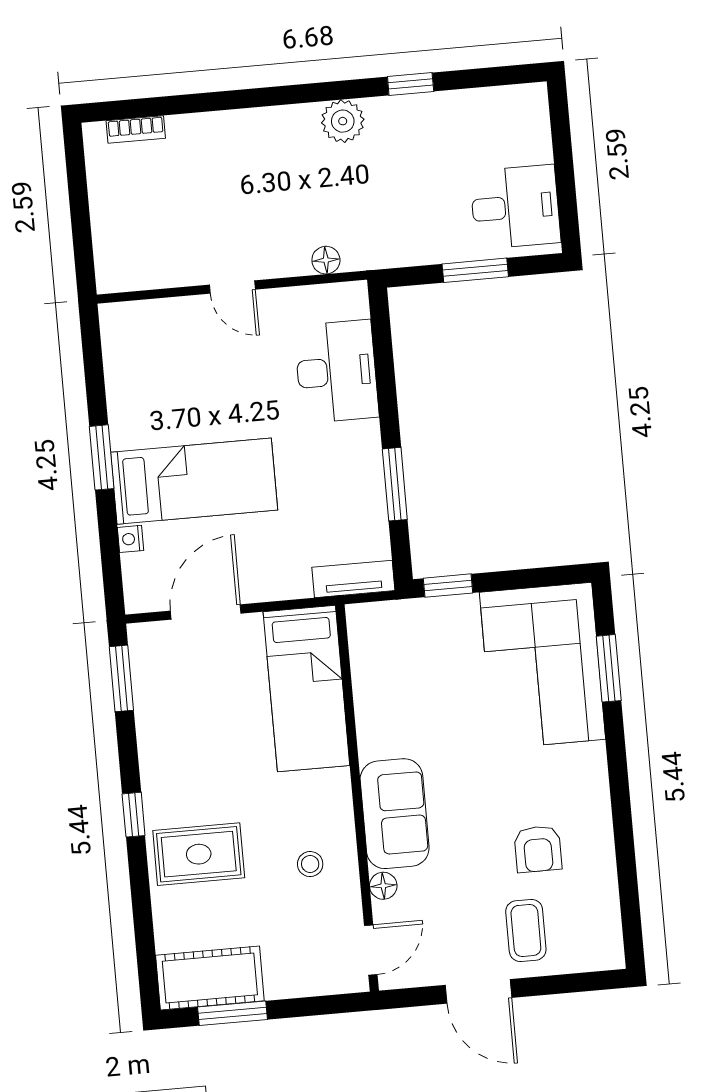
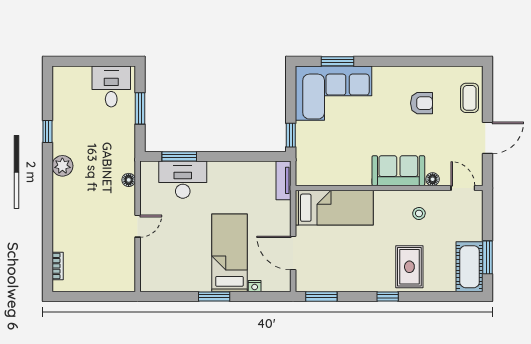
window: (395, 484) -> (179, 156), moved
coffee table: (526, 930) -> (470, 98), moved, turned 90

